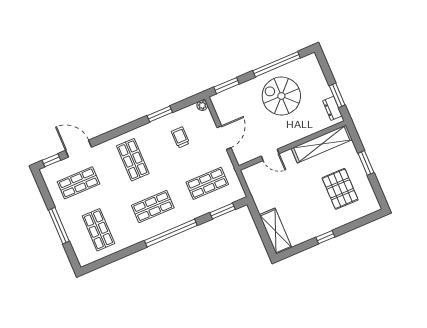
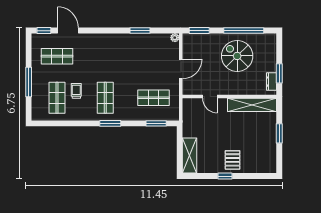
trolley: (180, 137) -> (76, 91), moved
shop shelf: (133, 160) -> (105, 56), removed
pallet: (340, 189) -> (233, 160), moved, width x0.67, depth x0.71
shop shelf: (153, 207) -> (105, 98), turned 90
window: (171, 233) -> (110, 123), width x0.47

